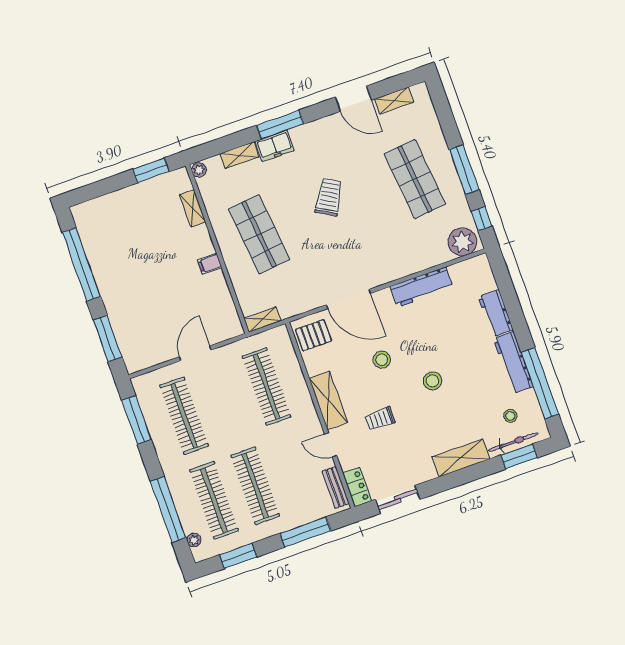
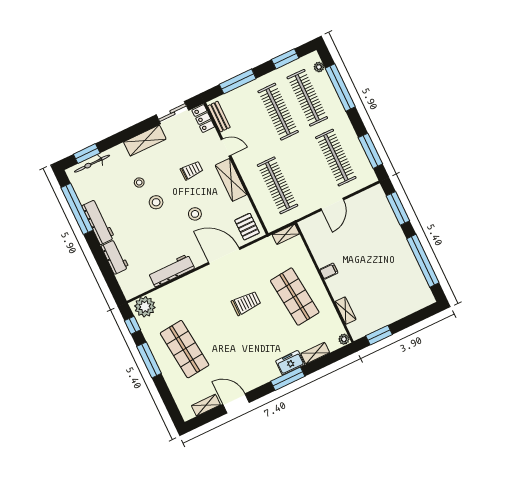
trolley: (329, 197) -> (246, 303), moved, turned -120
pallet: (313, 335) -> (247, 227), turned 90
stool: (510, 416) -> (139, 183), moved
shelving: (461, 458) -> (145, 141), moved

